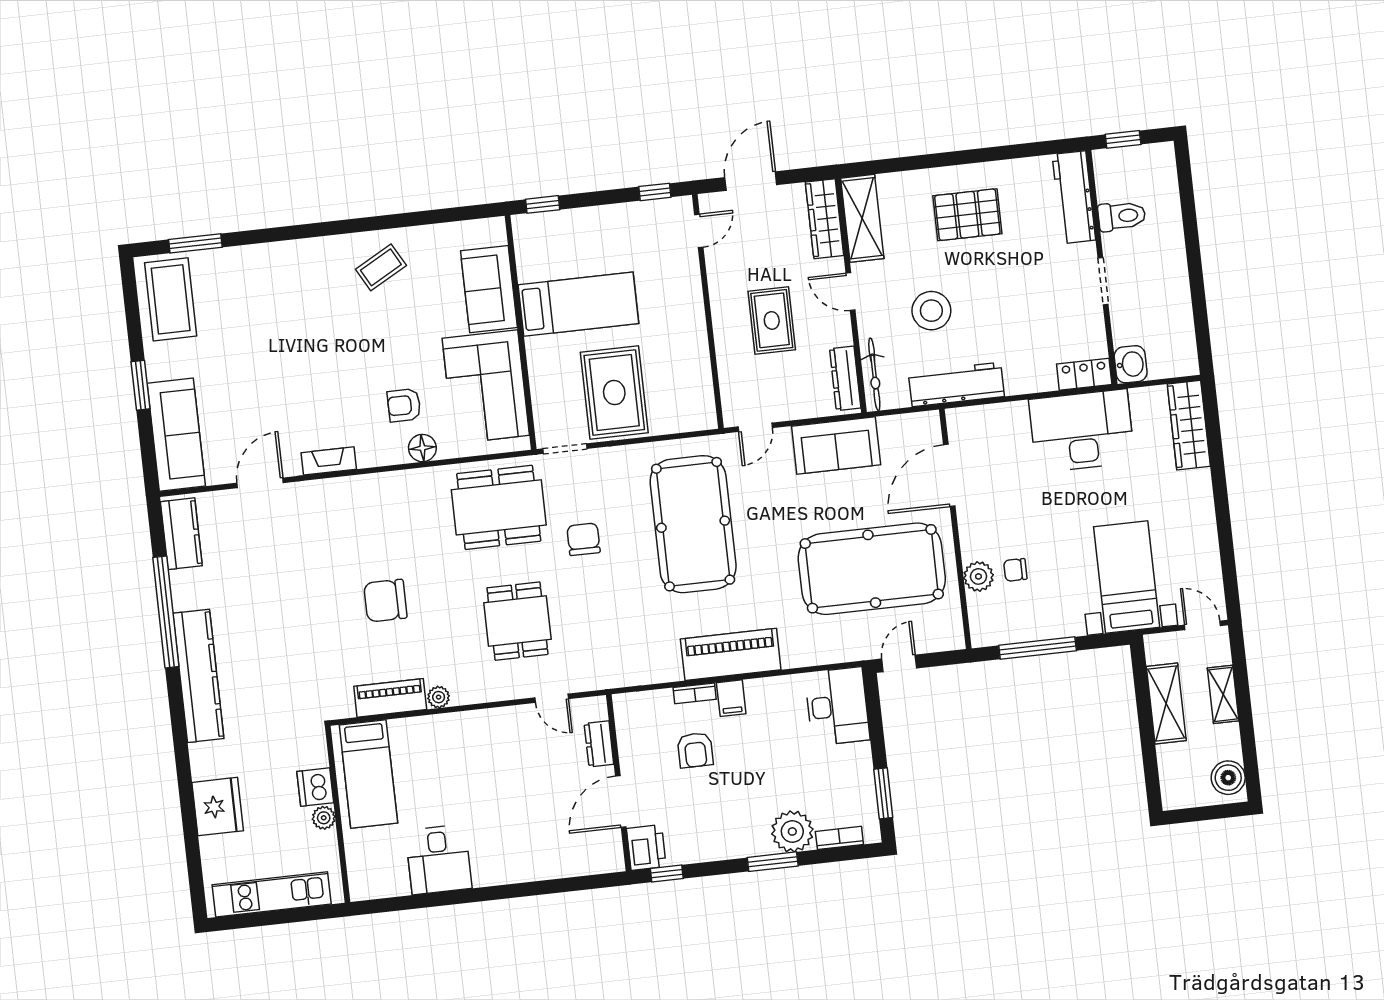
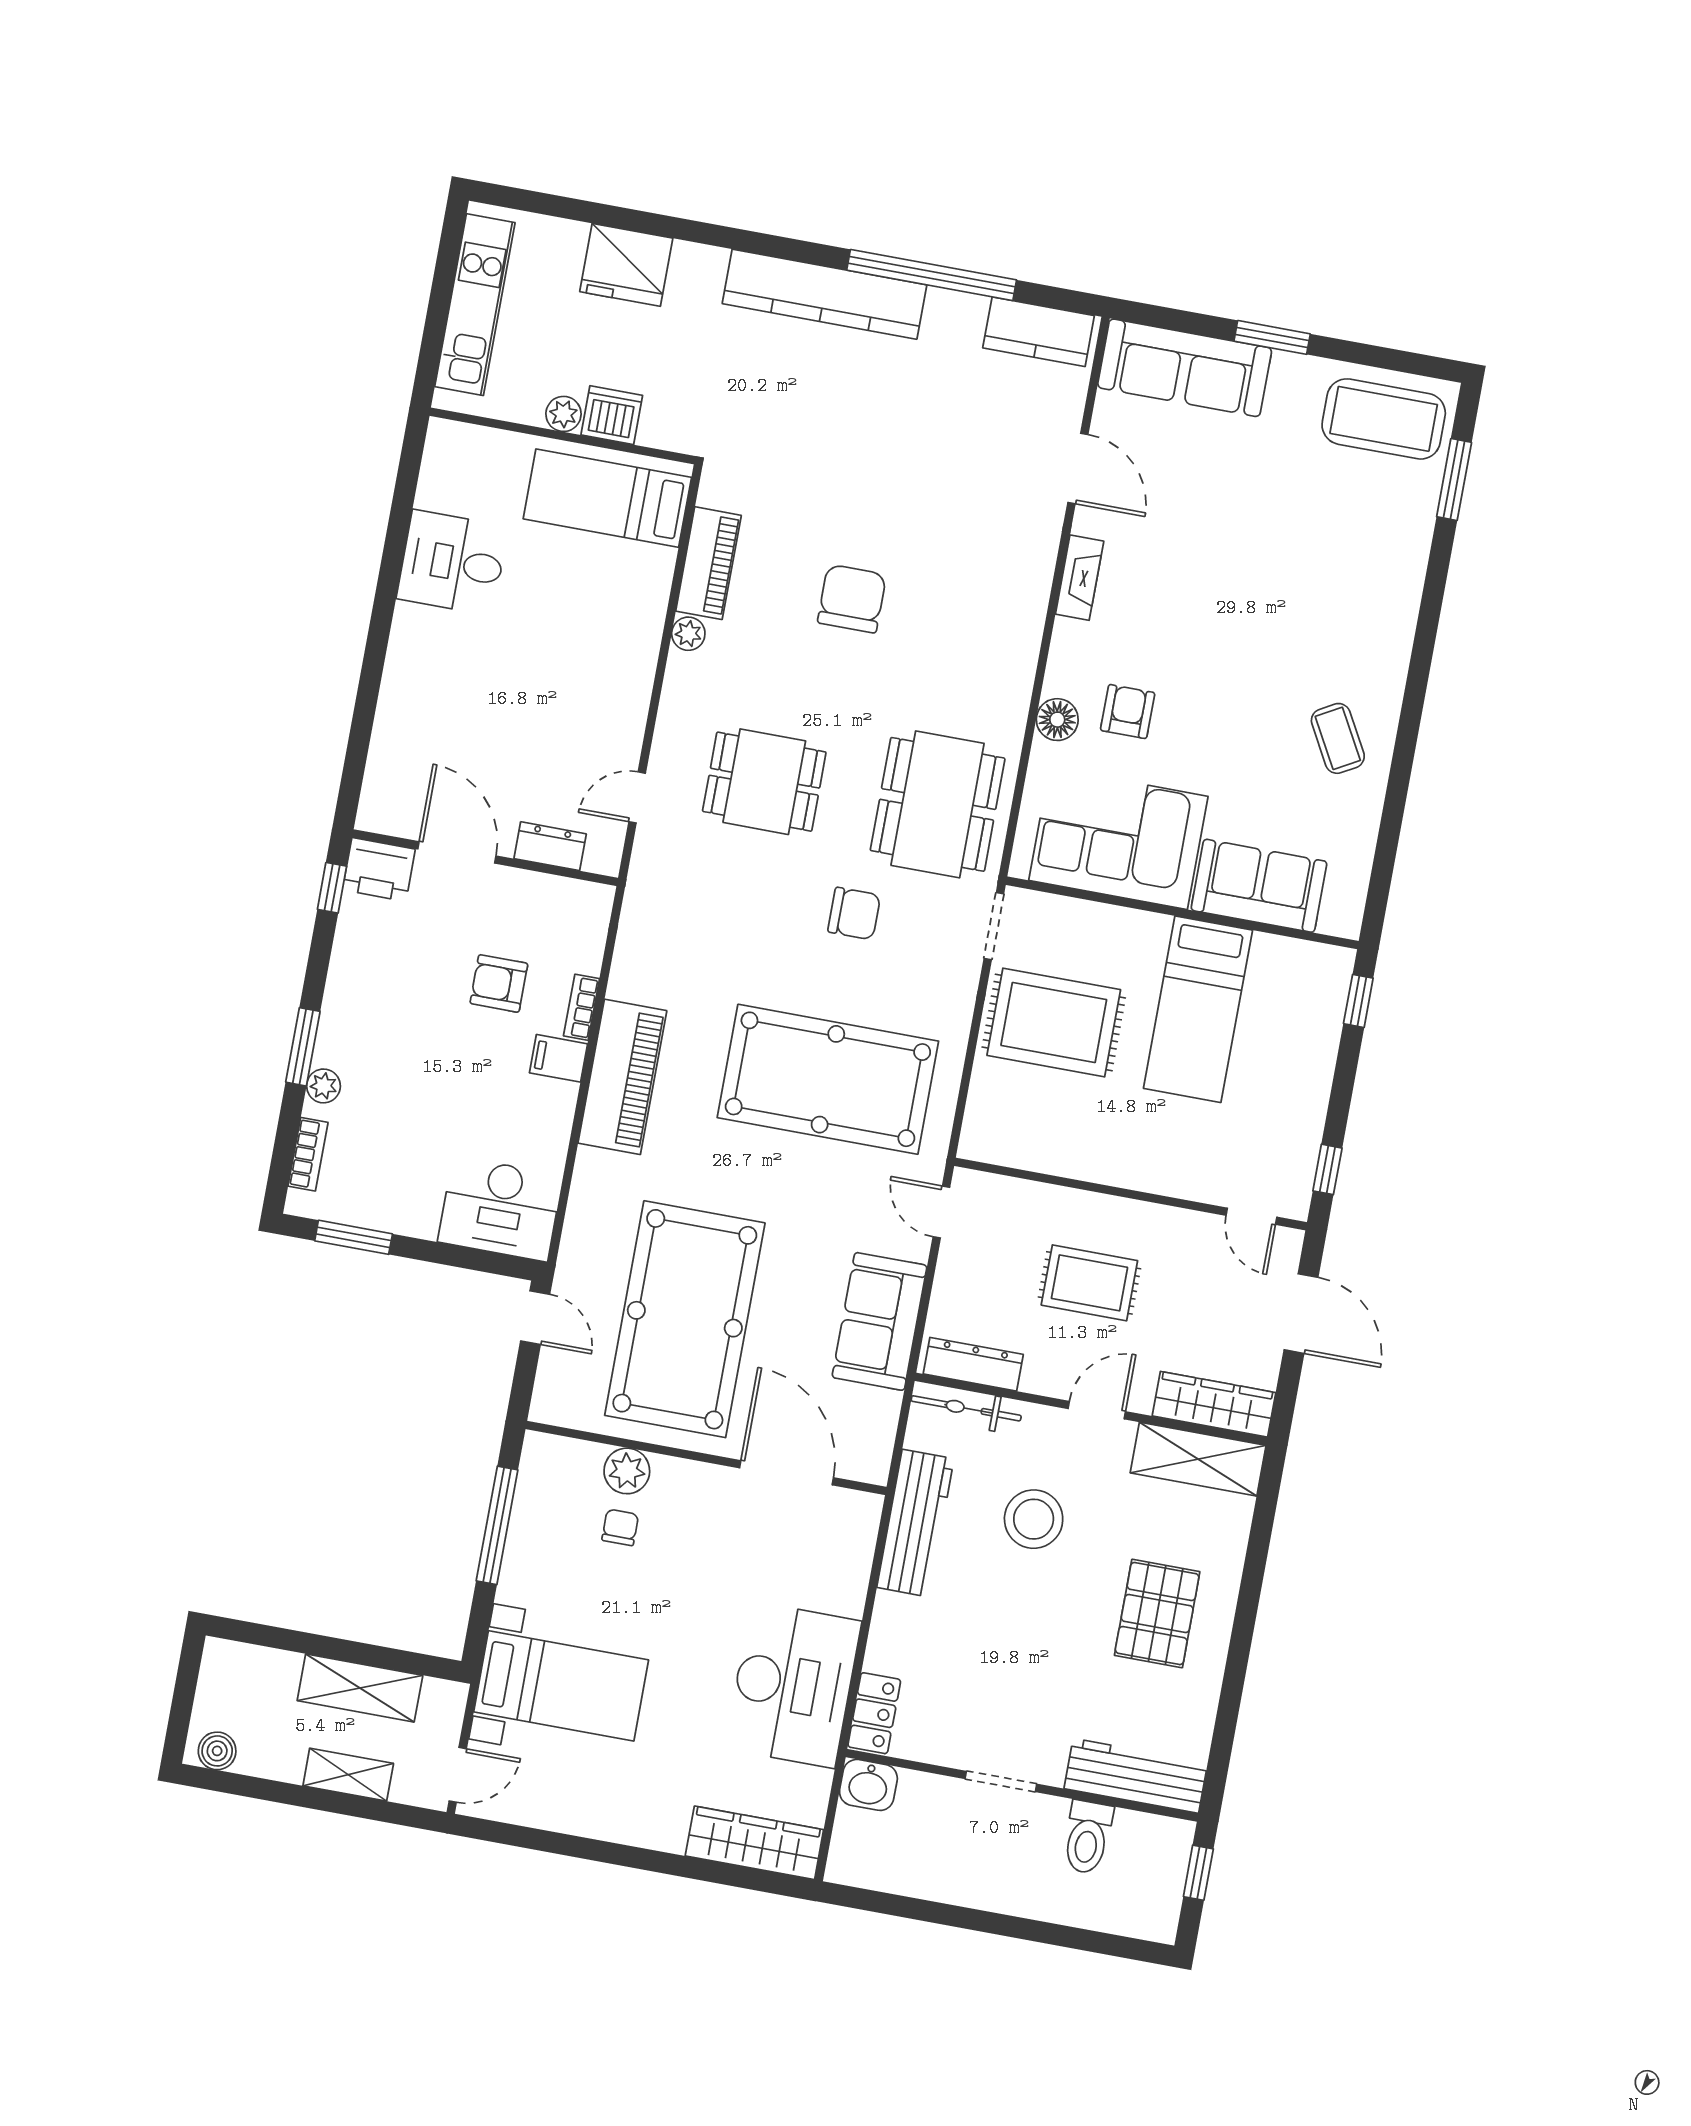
boiler: (1228, 778) -> (217, 1751), width x0.73, depth x0.73
plant: (792, 831) -> (324, 1086), width x0.53, depth x0.53

